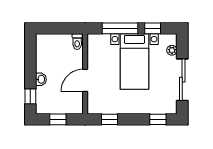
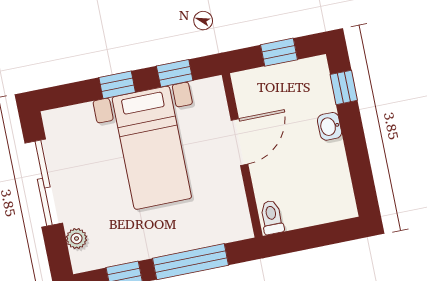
bed with nightstands: (134, 61) -> (152, 148), moved, turned 180
window: (158, 119) -> (117, 85), moved

